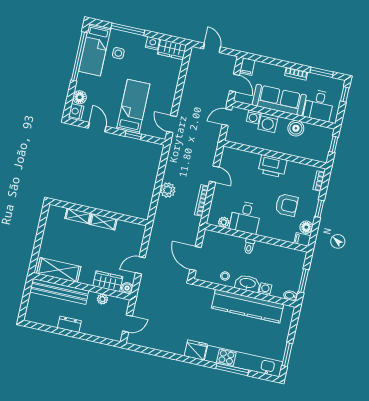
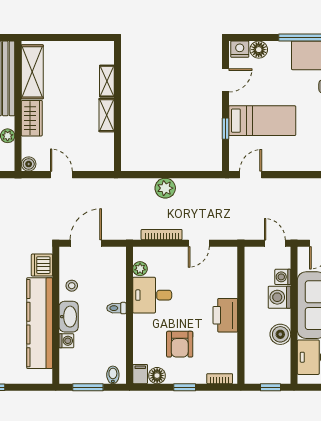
wardrobe: (108, 281) -> (32, 118), moved
dishwasher: (205, 295) -> (42, 265), added
bidet: (291, 296) -> (113, 375), moved

